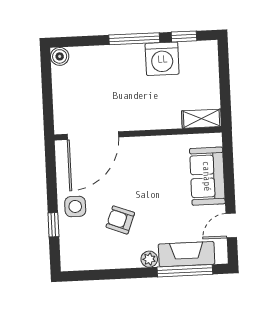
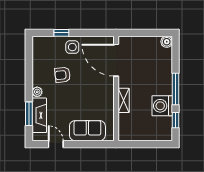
shelving: (202, 119) -> (124, 100), moved
armchair: (120, 220) -> (63, 75), turned -117
window: (185, 271) -> (29, 114), width x0.69

